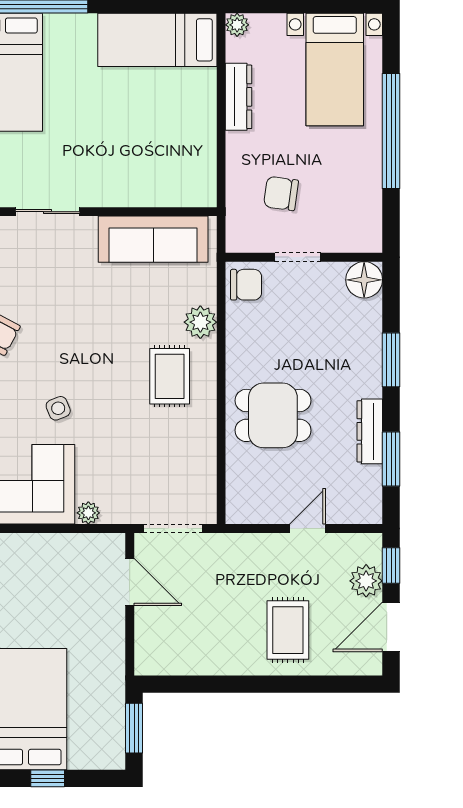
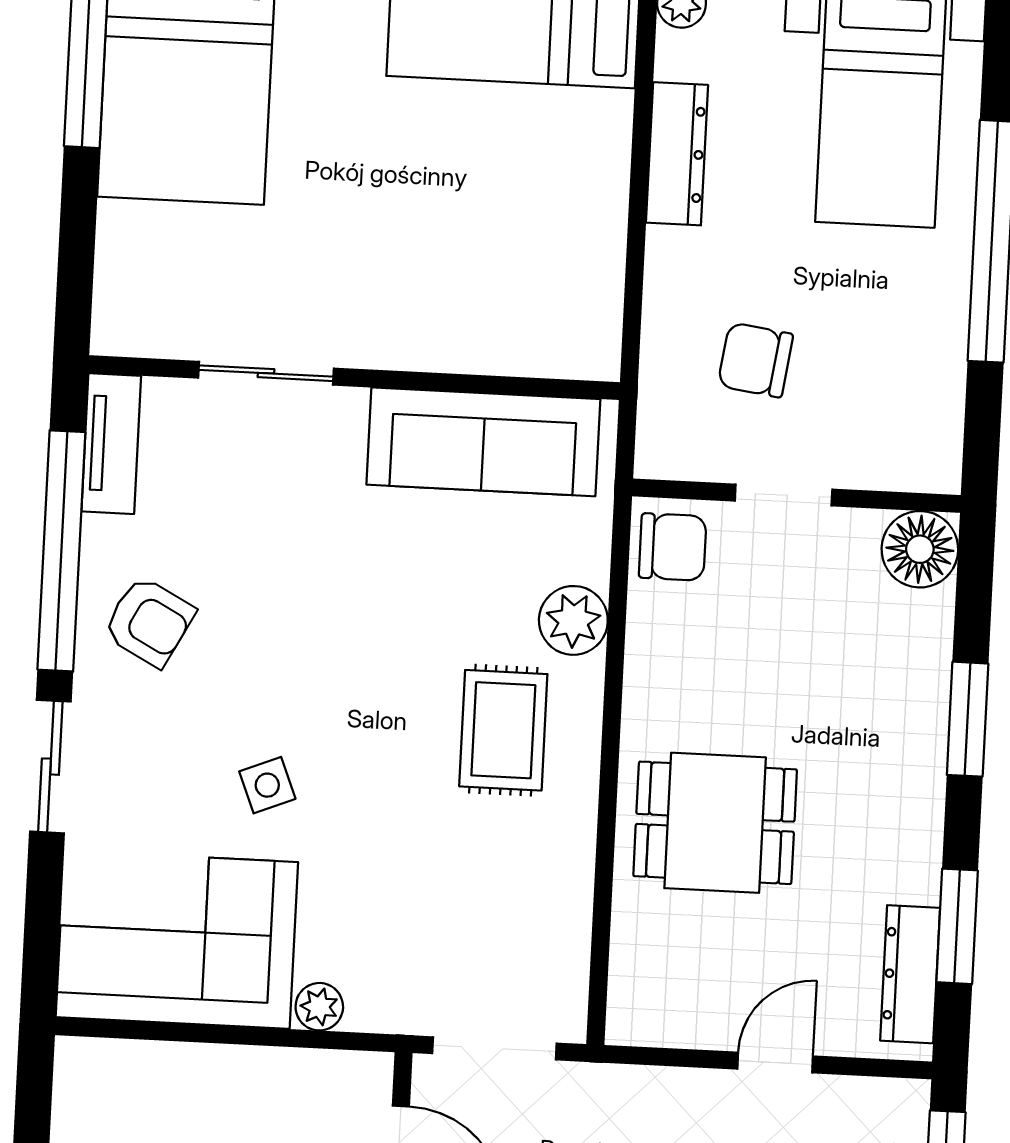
dresser: (370, 431) -> (910, 974), moved

